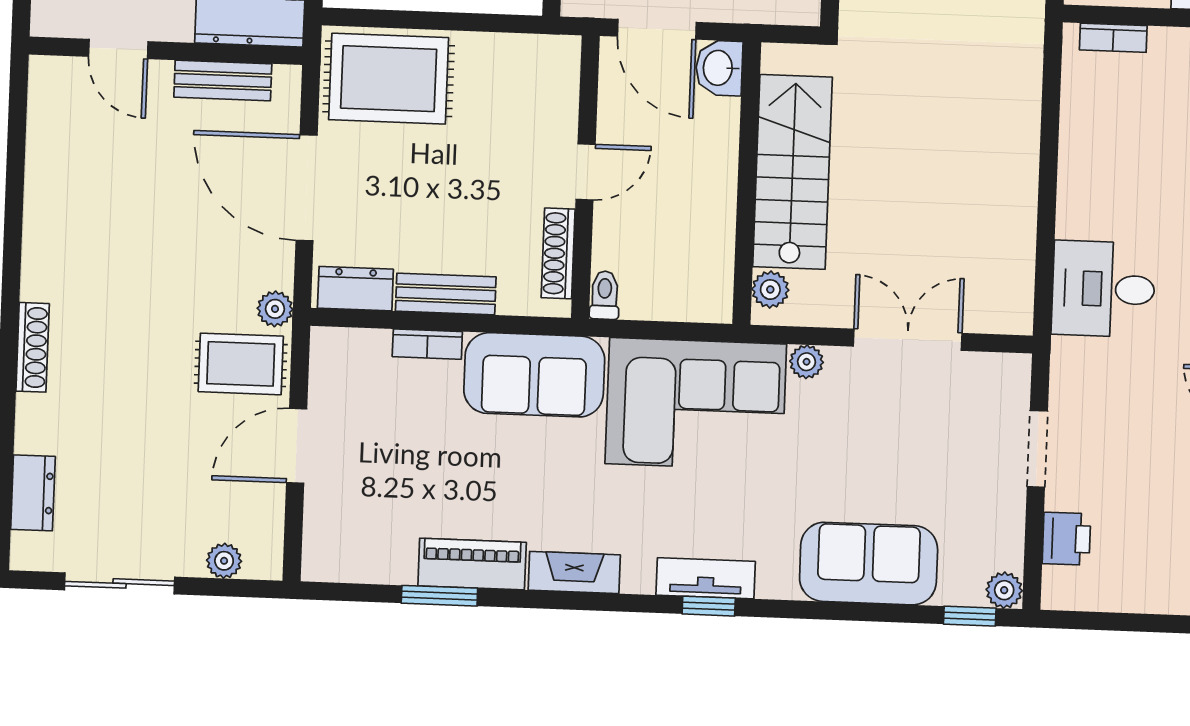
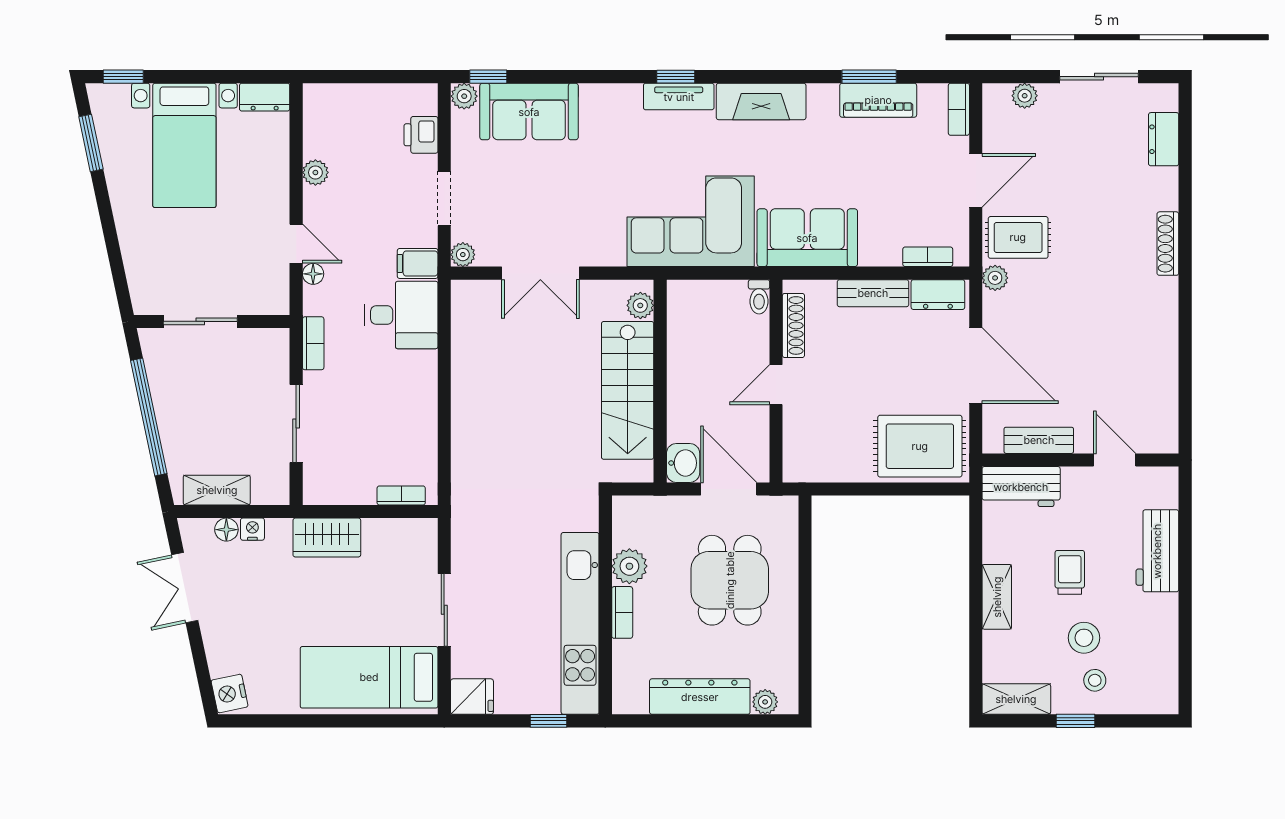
bookcase: (427, 344) -> (928, 257), moved
filing cabinet: (1078, 360) -> (418, 263), added
plant: (807, 362) -> (463, 255), moved
bookcase: (316, 546) -> (959, 109), added
piano: (472, 564) -> (878, 100), moved
sofa: (869, 564) -> (529, 112), moved
fireplace: (574, 572) -> (761, 101), width x1.37, depth x1.32

